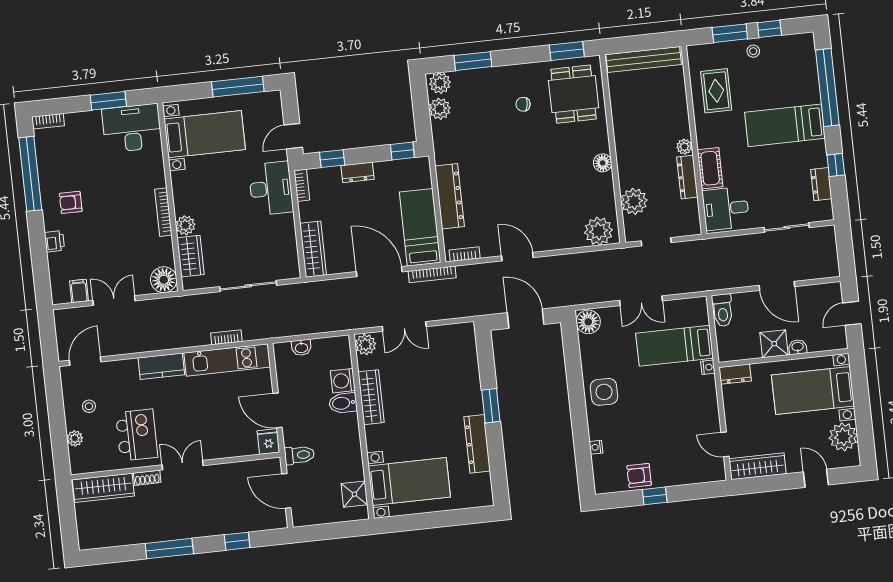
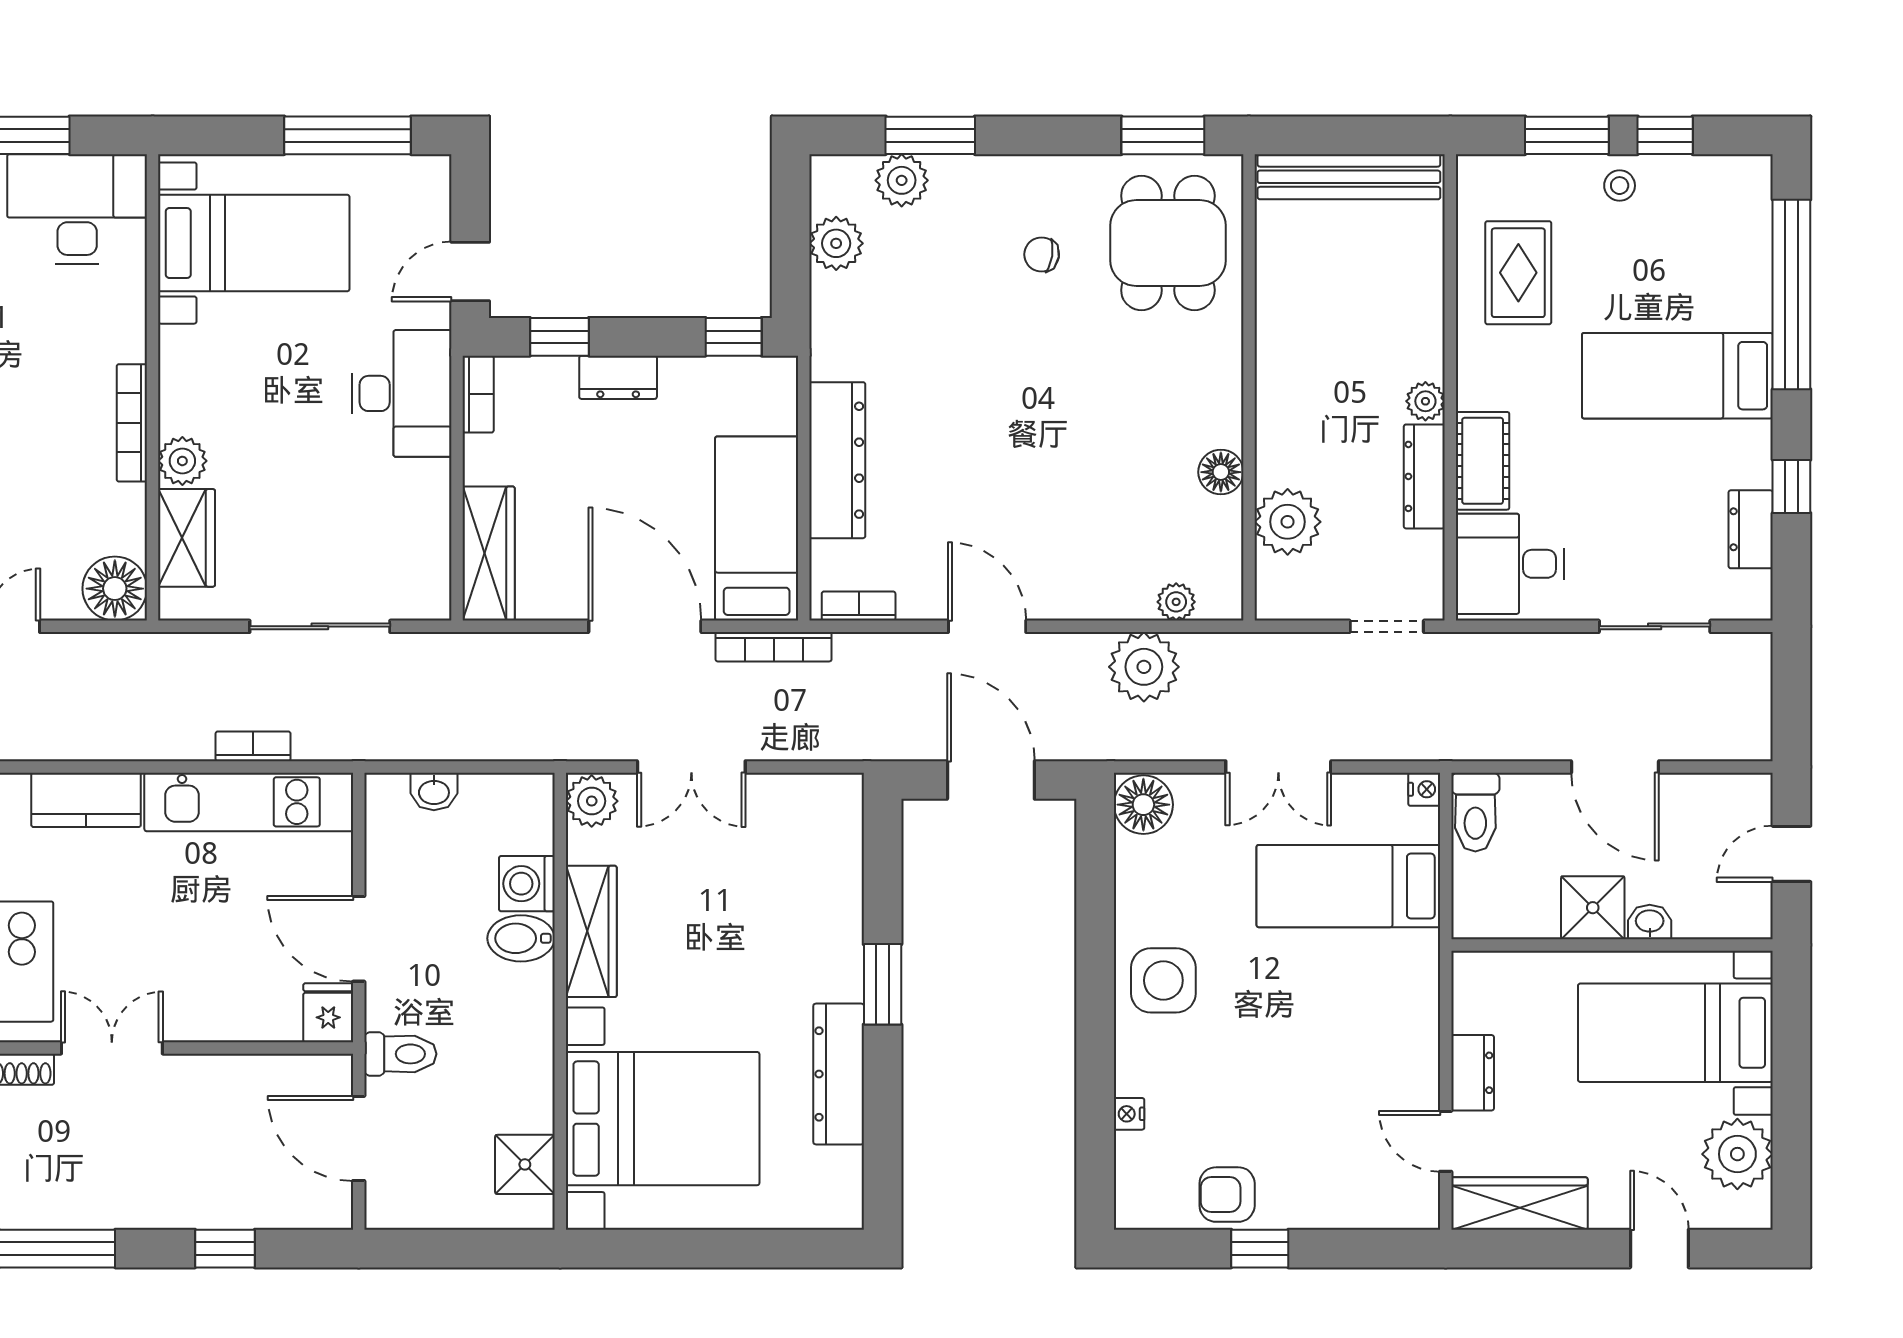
plant: (440, 83) -> (902, 180), moved
floor lamp: (603, 163) -> (1221, 472), moved
plant: (598, 231) -> (1176, 602), width x0.53, depth x0.53
doorway: (656, 242) -> (1387, 626), moved
plant: (582, 266) -> (1144, 667), added
nightstand: (708, 367) -> (1424, 789), moved
dresser: (735, 374) -> (1473, 1073), moved, turned -90
bed with nightstands: (409, 481) -> (663, 1119), width x1.36

